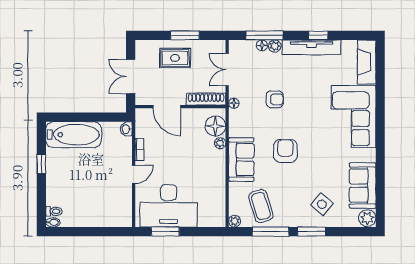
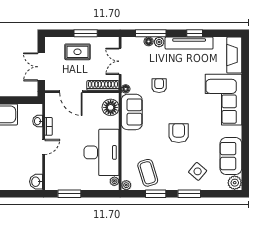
armchair: (275, 99) -> (159, 86), turned -90
washbasin: (126, 129) -> (38, 121), moved
plant: (220, 143) -> (114, 181), moved
armchair: (285, 151) -> (179, 133), moved
sofa: (241, 159) -> (132, 112), moved
desk: (169, 206) -> (102, 152), moved, turned -90
washbasin: (124, 217) -> (36, 182), added
window: (271, 232) -> (156, 194), width x0.69

